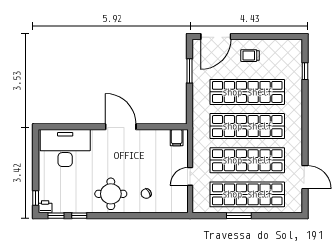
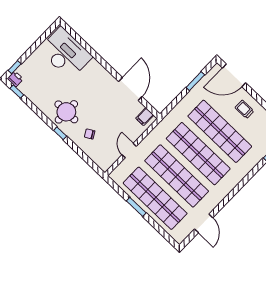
door: (121, 127) -> (130, 89), moved
door: (190, 176) -> (129, 151), hinge flipped
window: (79, 216) -> (60, 133), moved

